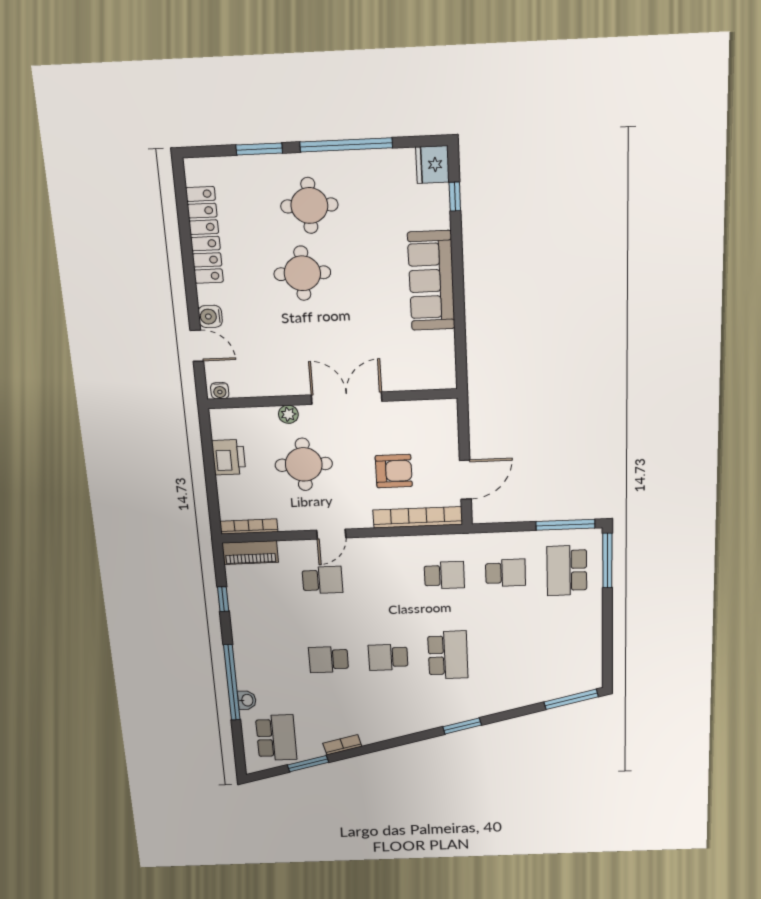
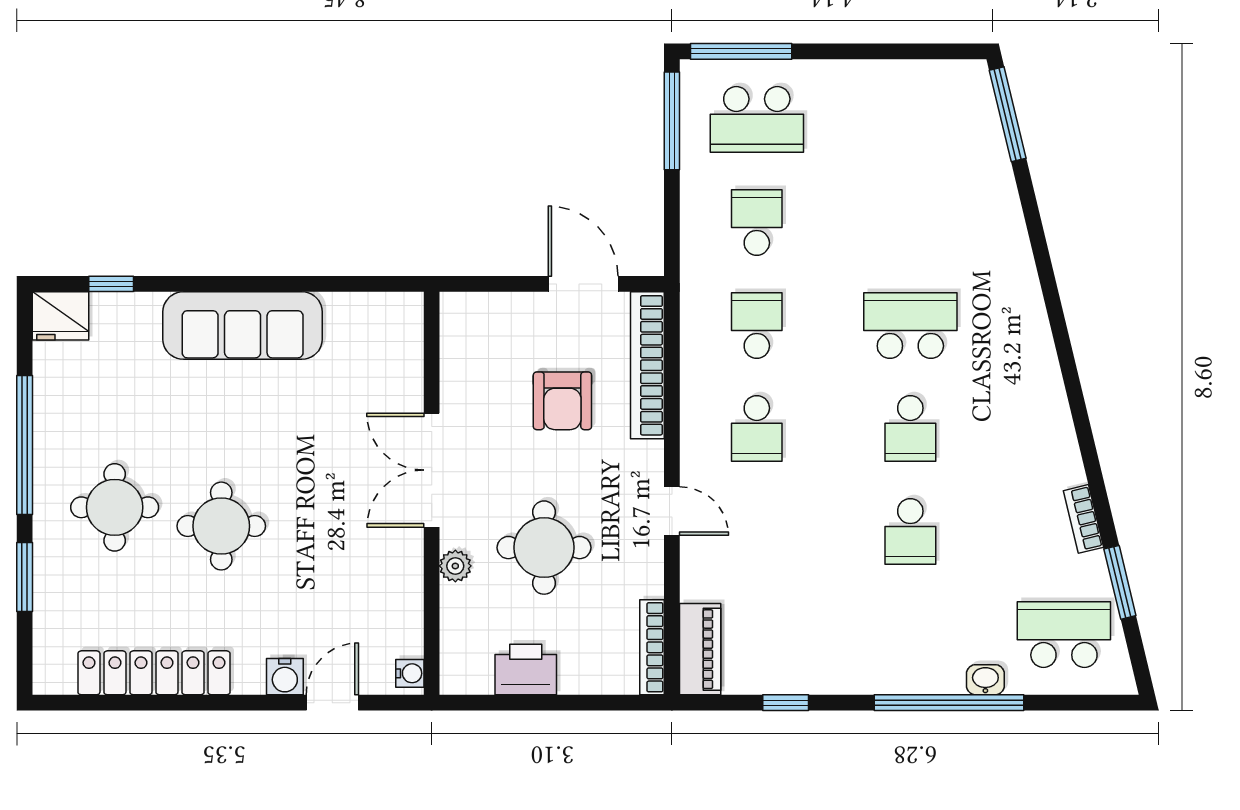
armchair: (394, 471) -> (562, 401), turned 180
school desk: (322, 580) -> (757, 429), moved, turned 180
window: (462, 726) -> (1054, 306), removed

